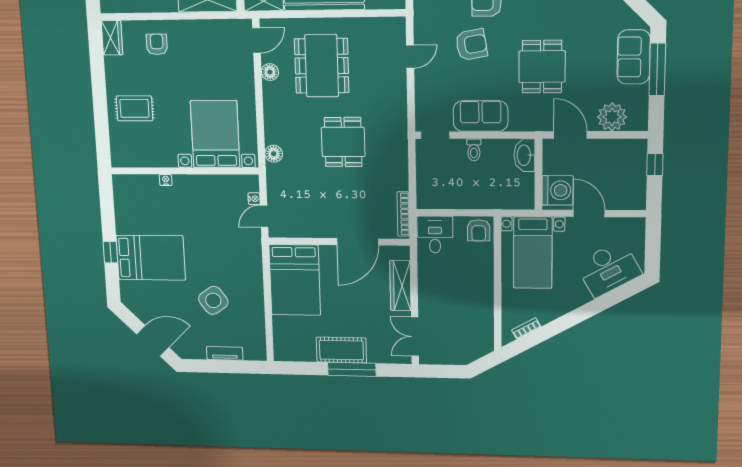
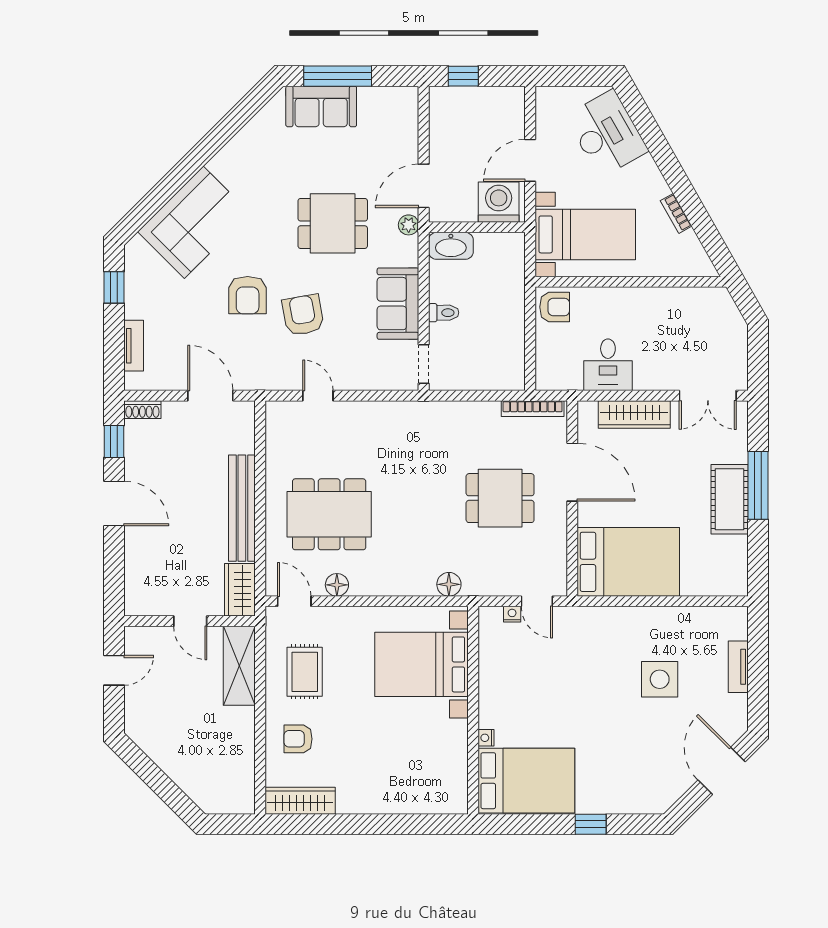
wardrobe: (112, 38) -> (300, 801), width x1.50
rug: (134, 108) -> (305, 672), moved
plant: (612, 117) -> (409, 225), moved, width x0.53, depth x0.53
dining table: (343, 142) -> (500, 498), moved
desk: (435, 235) -> (608, 365), moved, turned -90
bed: (151, 258) -> (526, 781), moved, turned 90
side table: (213, 300) -> (660, 679), turned 36
bookcase: (526, 328) -> (676, 213), moved

